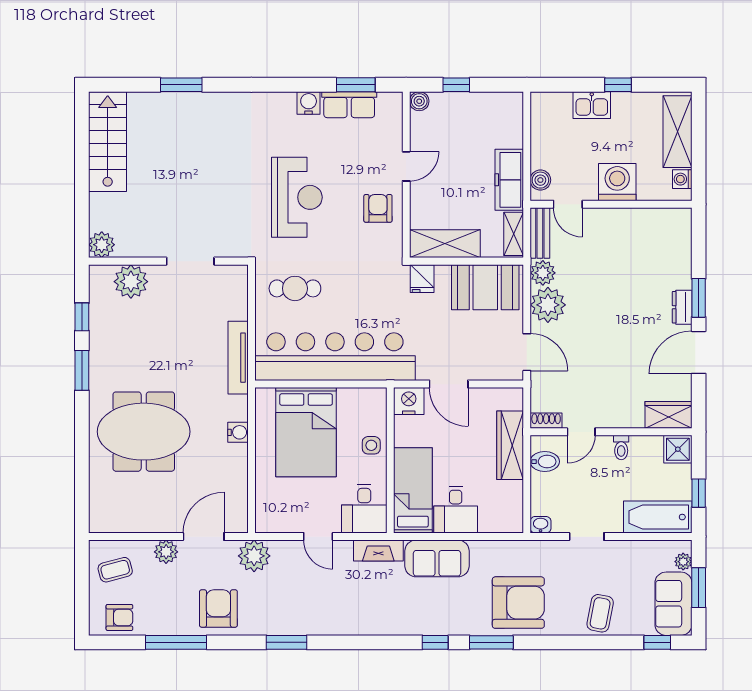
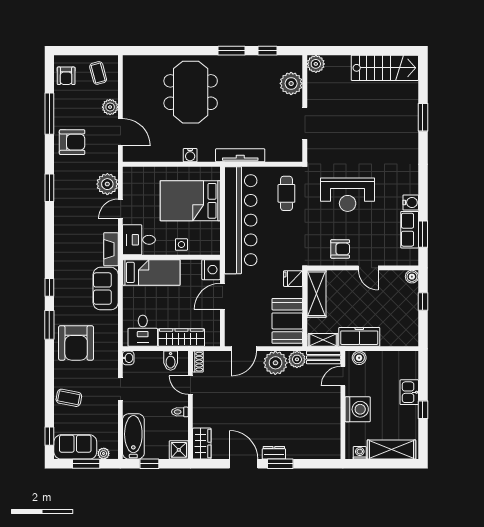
desk: (456, 510) -> (143, 331), moved, turned -90
plant: (254, 556) -> (107, 184), moved

